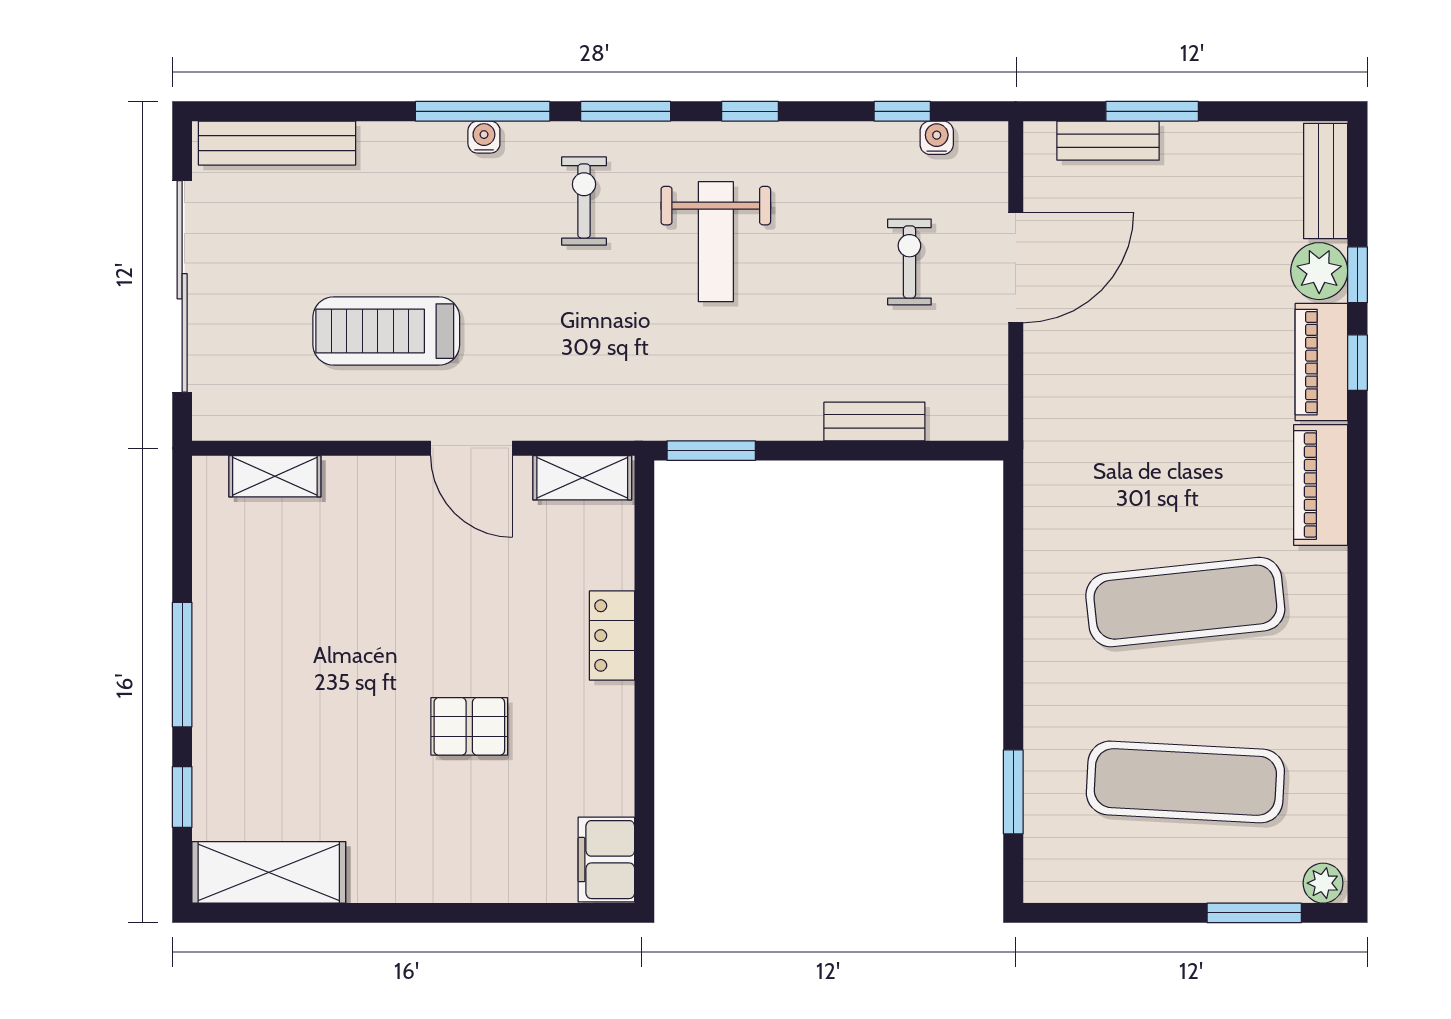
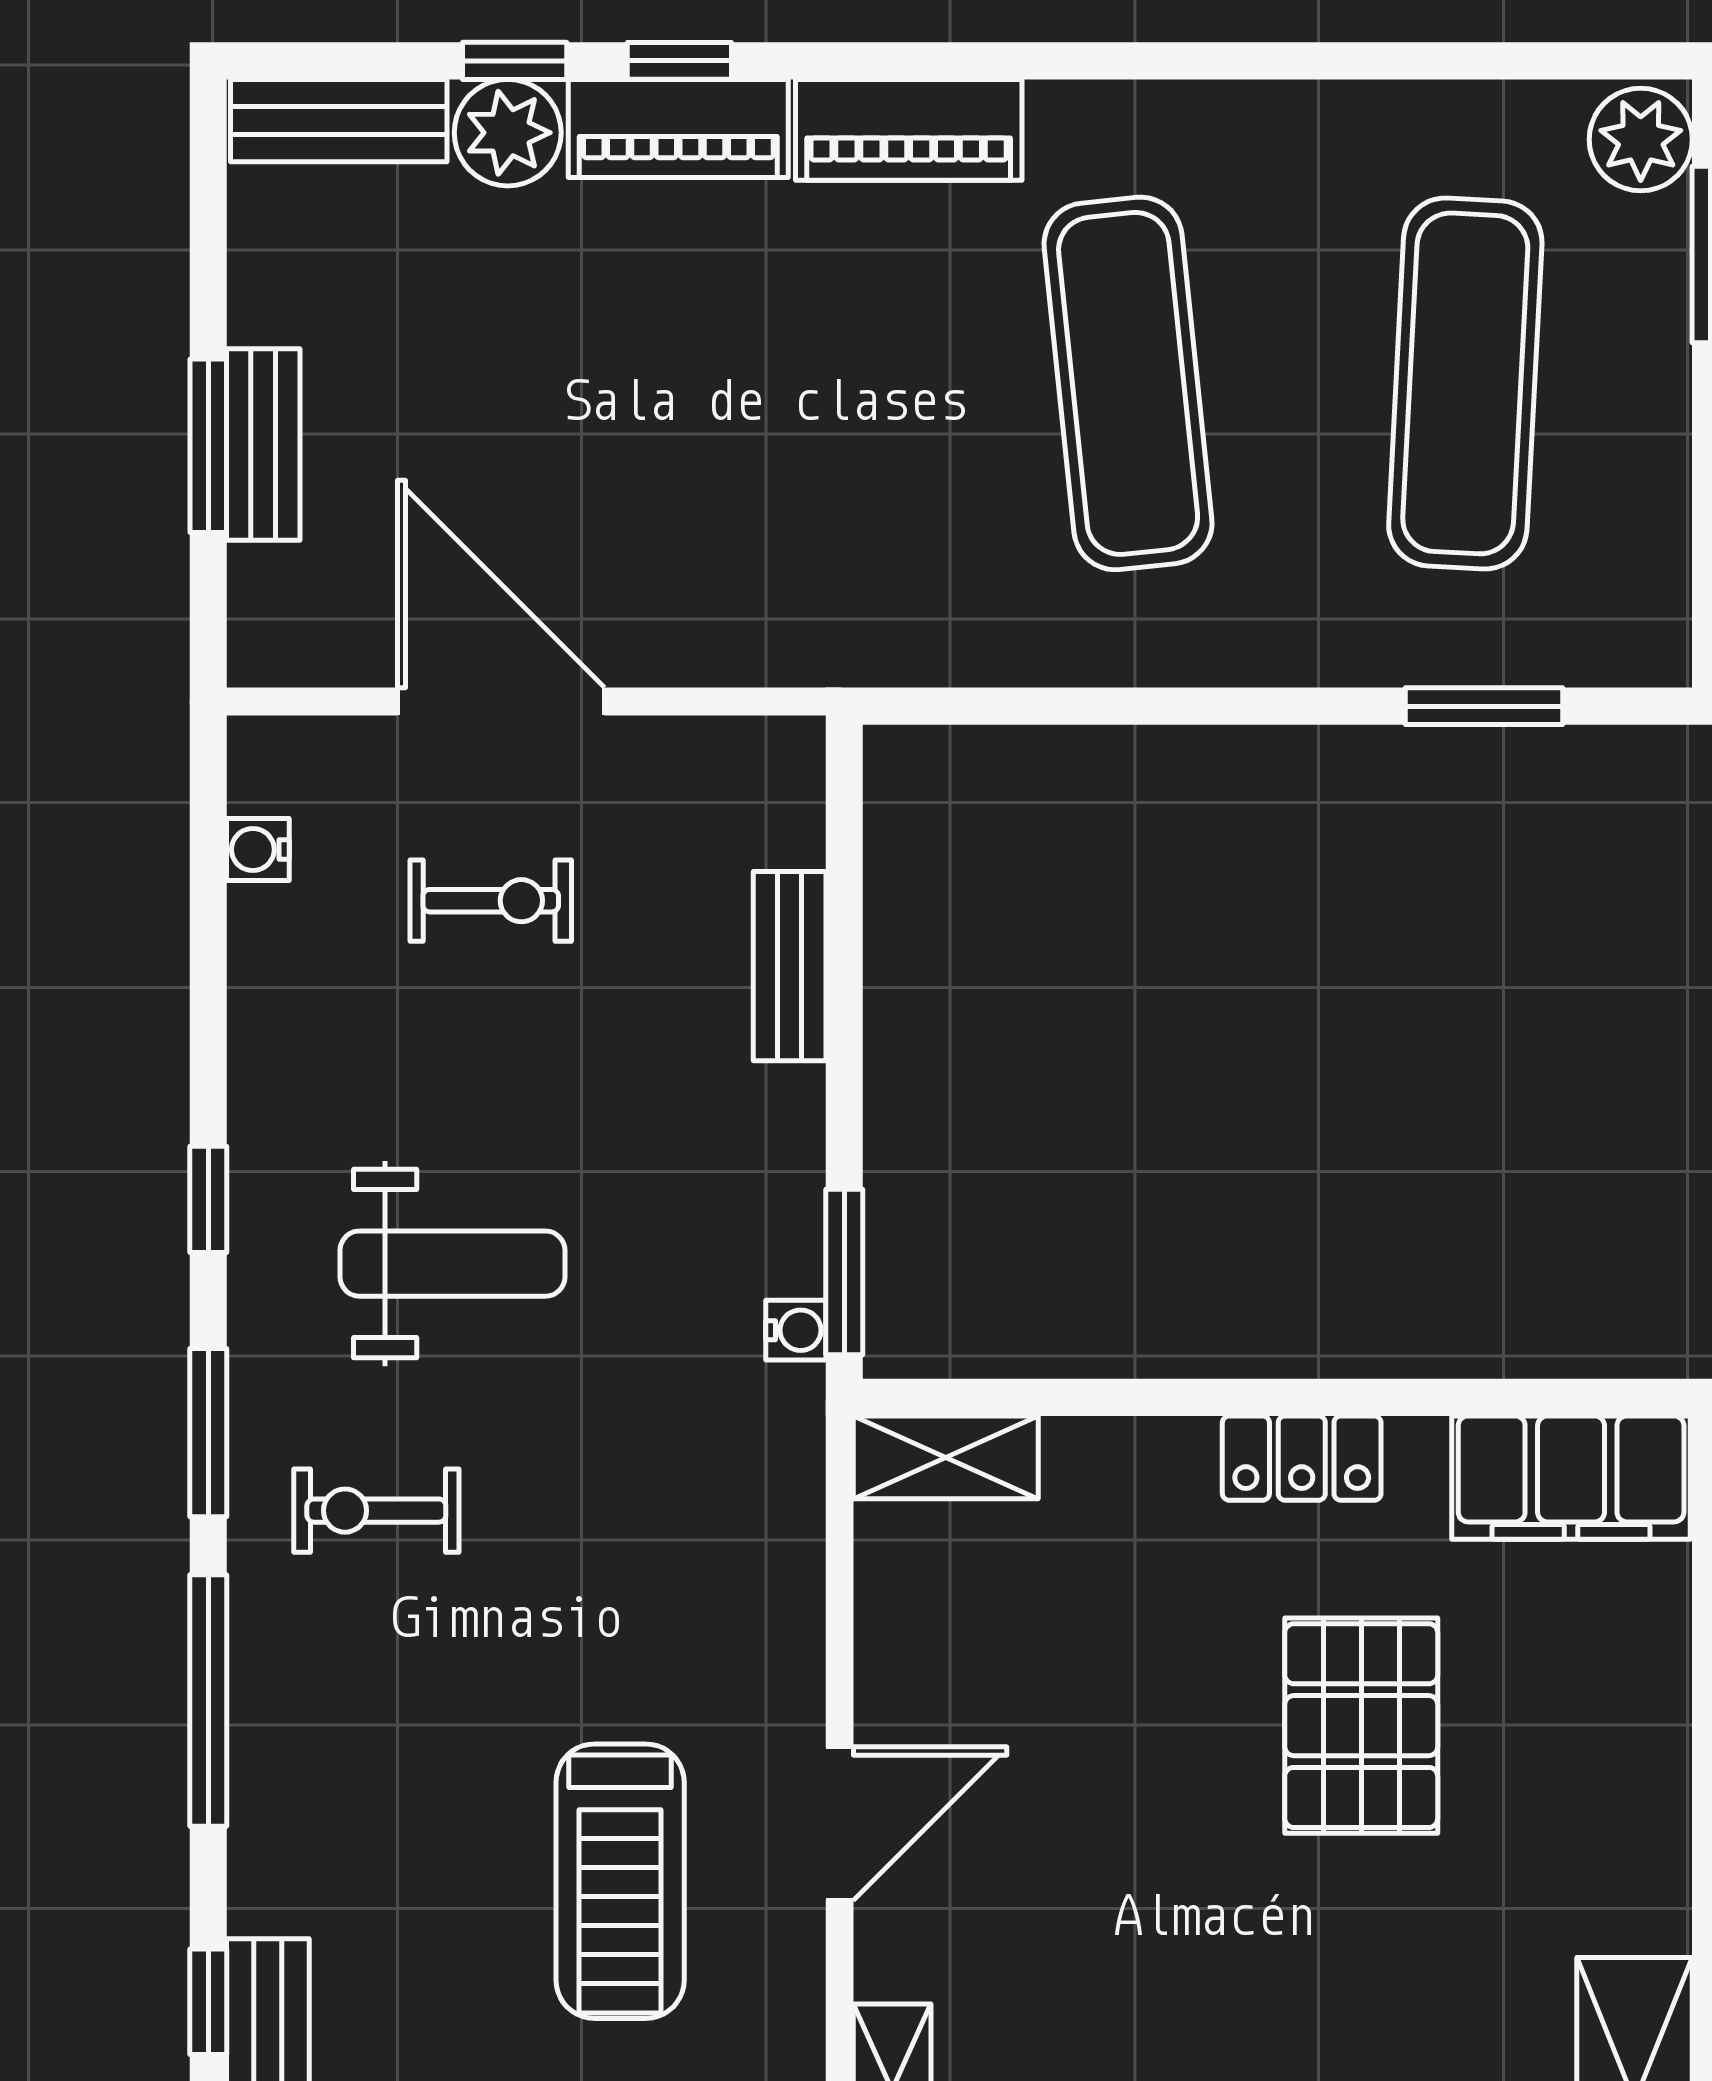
window: (902, 111) -> (208, 2002), moved
water cooler: (484, 137) -> (796, 1330), moved, turned 180
bench: (1108, 141) -> (263, 445), moved
exercise bike: (909, 262) -> (491, 901), turned 180
door: (472, 448) -> (840, 1824), moved
shelving: (582, 478) -> (946, 1457), moved, turned 90
locker: (612, 636) -> (1302, 1458), moved
pallet: (469, 726) -> (1361, 1726), width x1.50, depth x1.42
filing cabinet: (606, 860) -> (1571, 1478), width x1.50, depth x1.17
plant: (1323, 883) -> (1641, 139), width x1.38, depth x1.38

